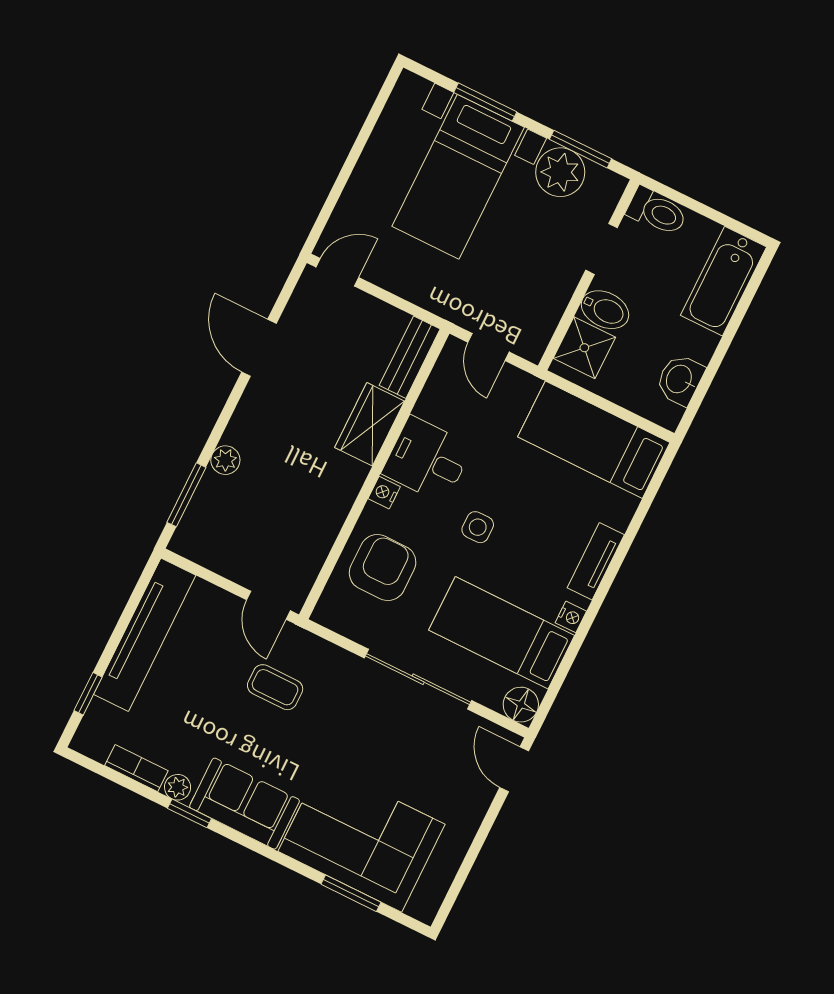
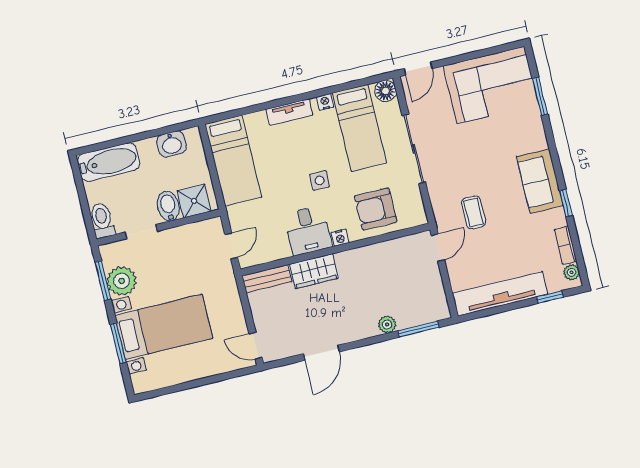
plant: (178, 787) -> (572, 272), moved
corner sofa: (362, 838) -> (491, 85), moved, turned -90

